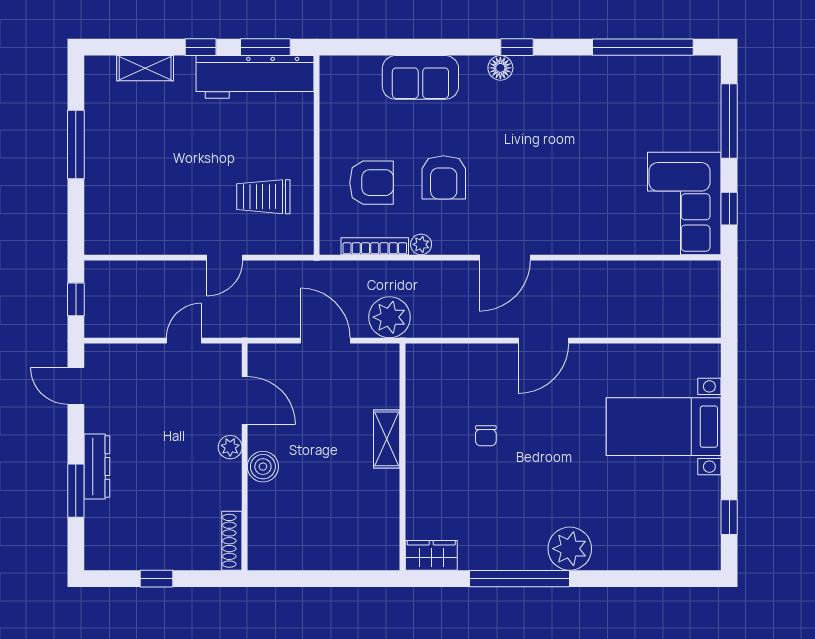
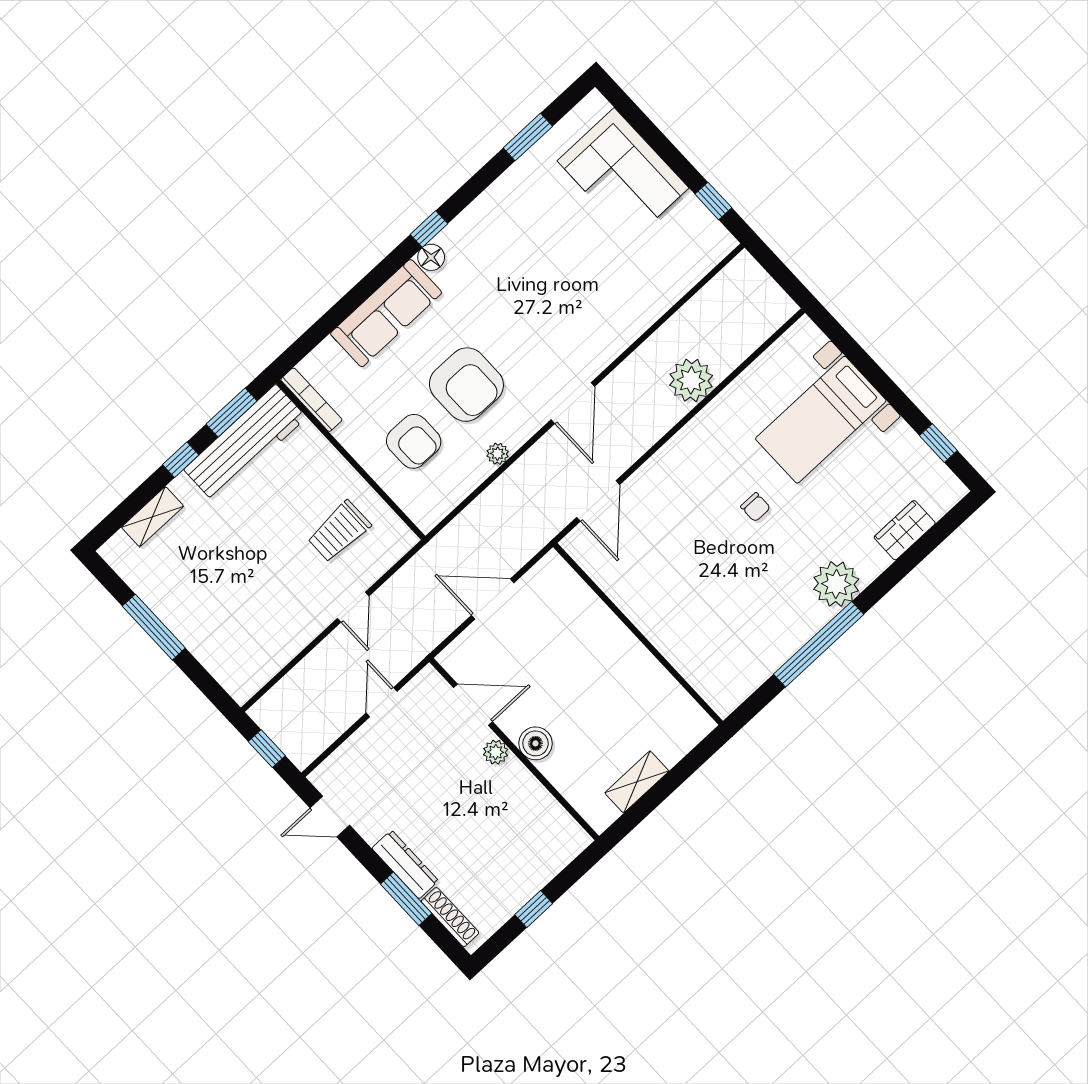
window: (643, 47) -> (528, 137), width x0.47
sofa: (420, 77) -> (386, 313), width x1.36
window: (729, 121) -> (649, 132), removed
armchair: (444, 177) -> (466, 385), width x1.36, depth x1.36
armchair: (371, 183) -> (414, 441), turned 90
corner sofa: (684, 203) -> (623, 174), moved
bookcase: (375, 246) -> (311, 400), moved, turned 90
plant: (389, 317) -> (691, 380), moved
door: (543, 341) -> (598, 501), moved
chair: (486, 436) -> (755, 507), moved
shelving: (387, 439) -> (637, 782), moved, turned 90
shoe rack: (232, 541) -> (450, 917), moved, turned 180
wardrobe: (431, 555) -> (905, 530), moved

